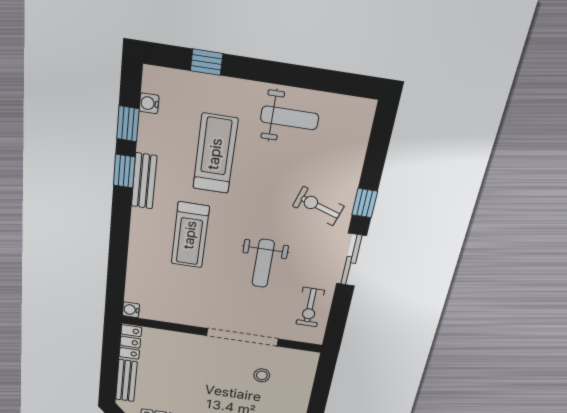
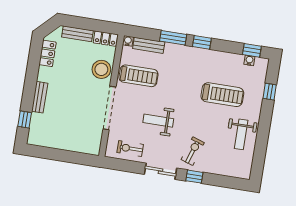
window: (128, 124) -> (252, 50), moved
window: (124, 171) -> (202, 42), moved
bench: (144, 181) -> (149, 45), moved
treadmill: (190, 235) -> (139, 76), moved, turned 180
window: (119, 239) -> (173, 38), added
stool: (262, 375) -> (101, 69), moved, width x1.89, depth x1.89

